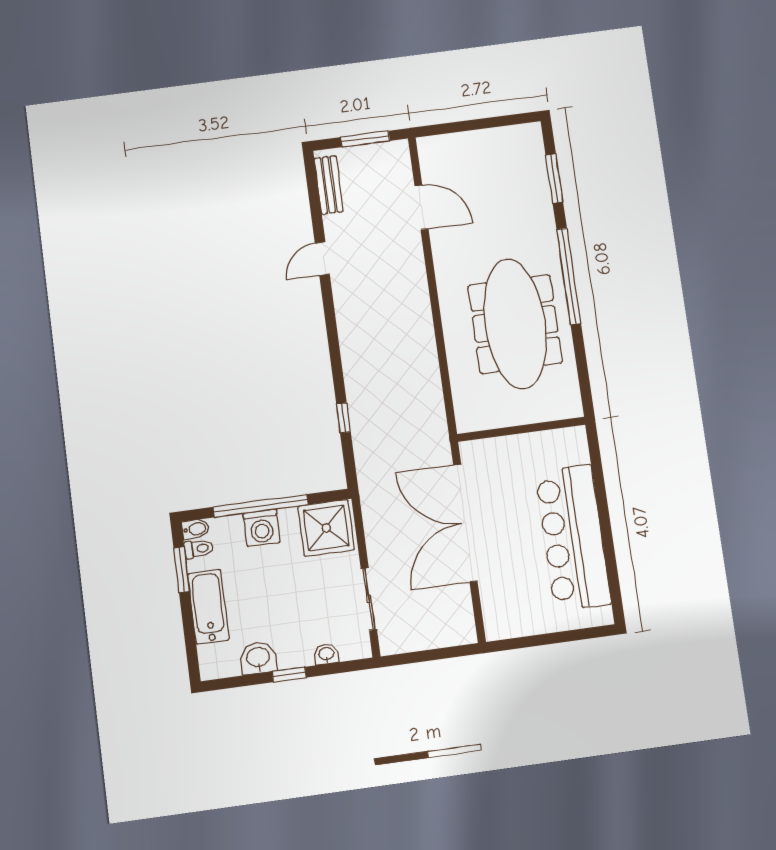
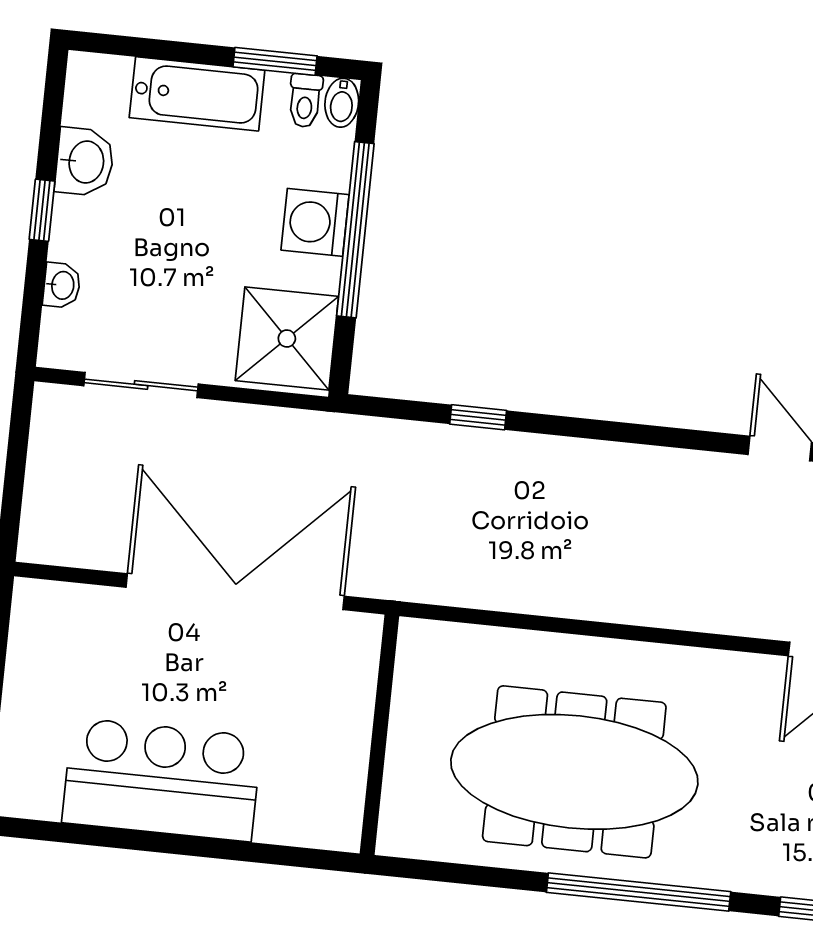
bar counter: (573, 538) -> (162, 780), width x0.73

